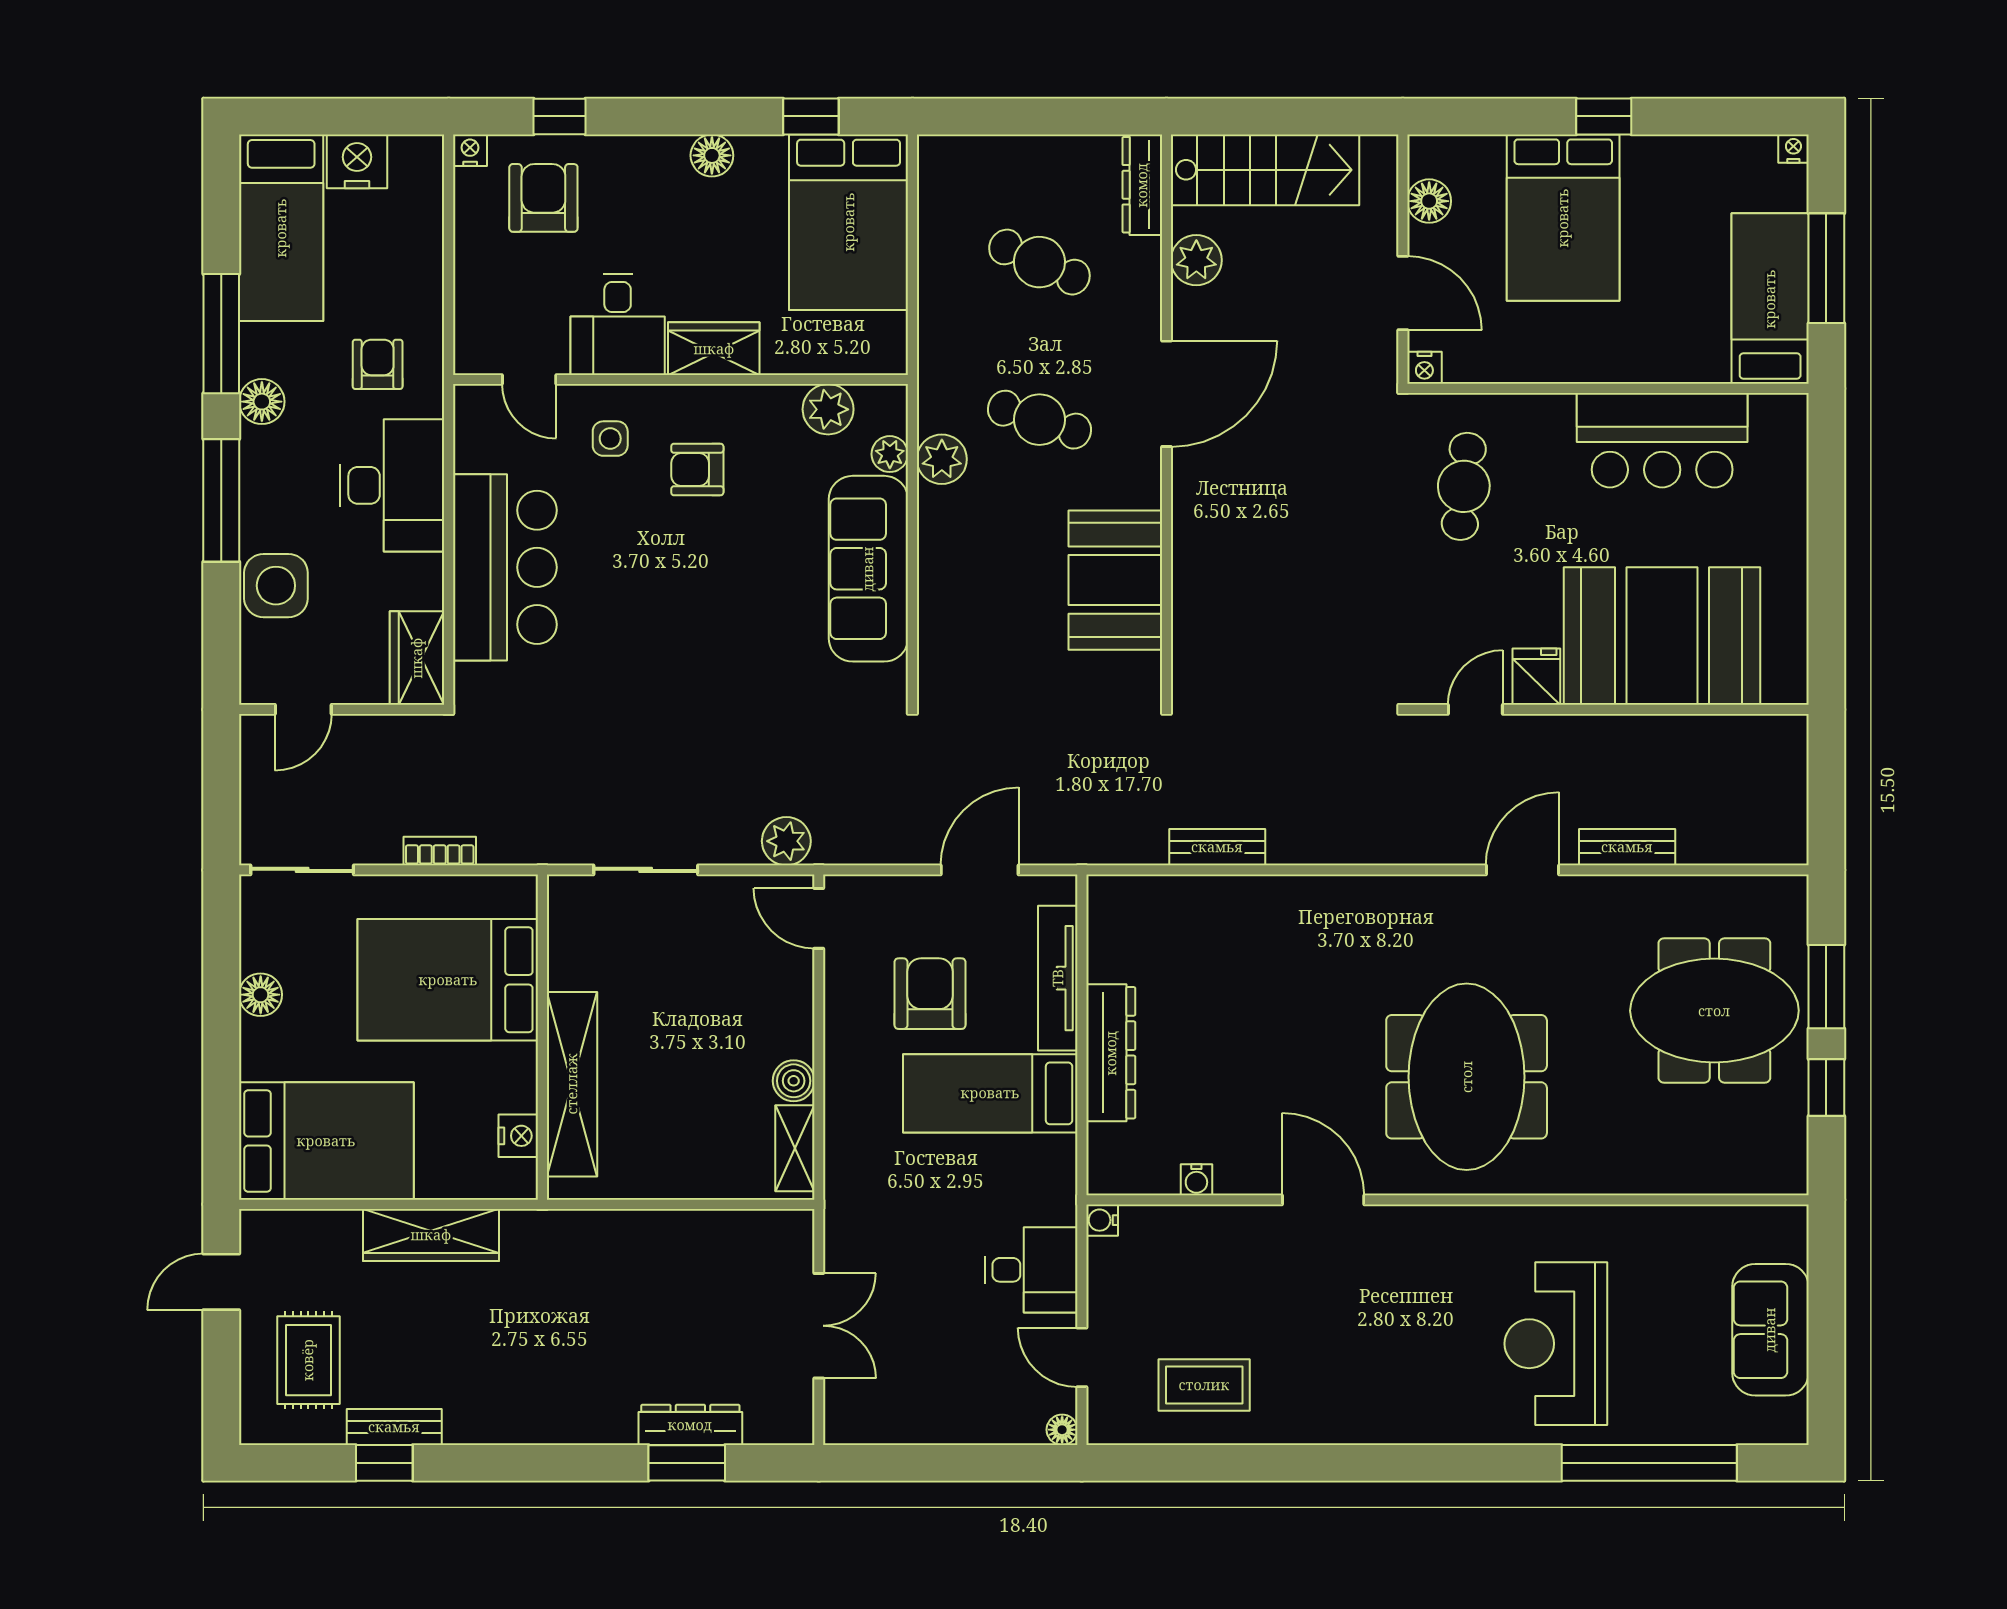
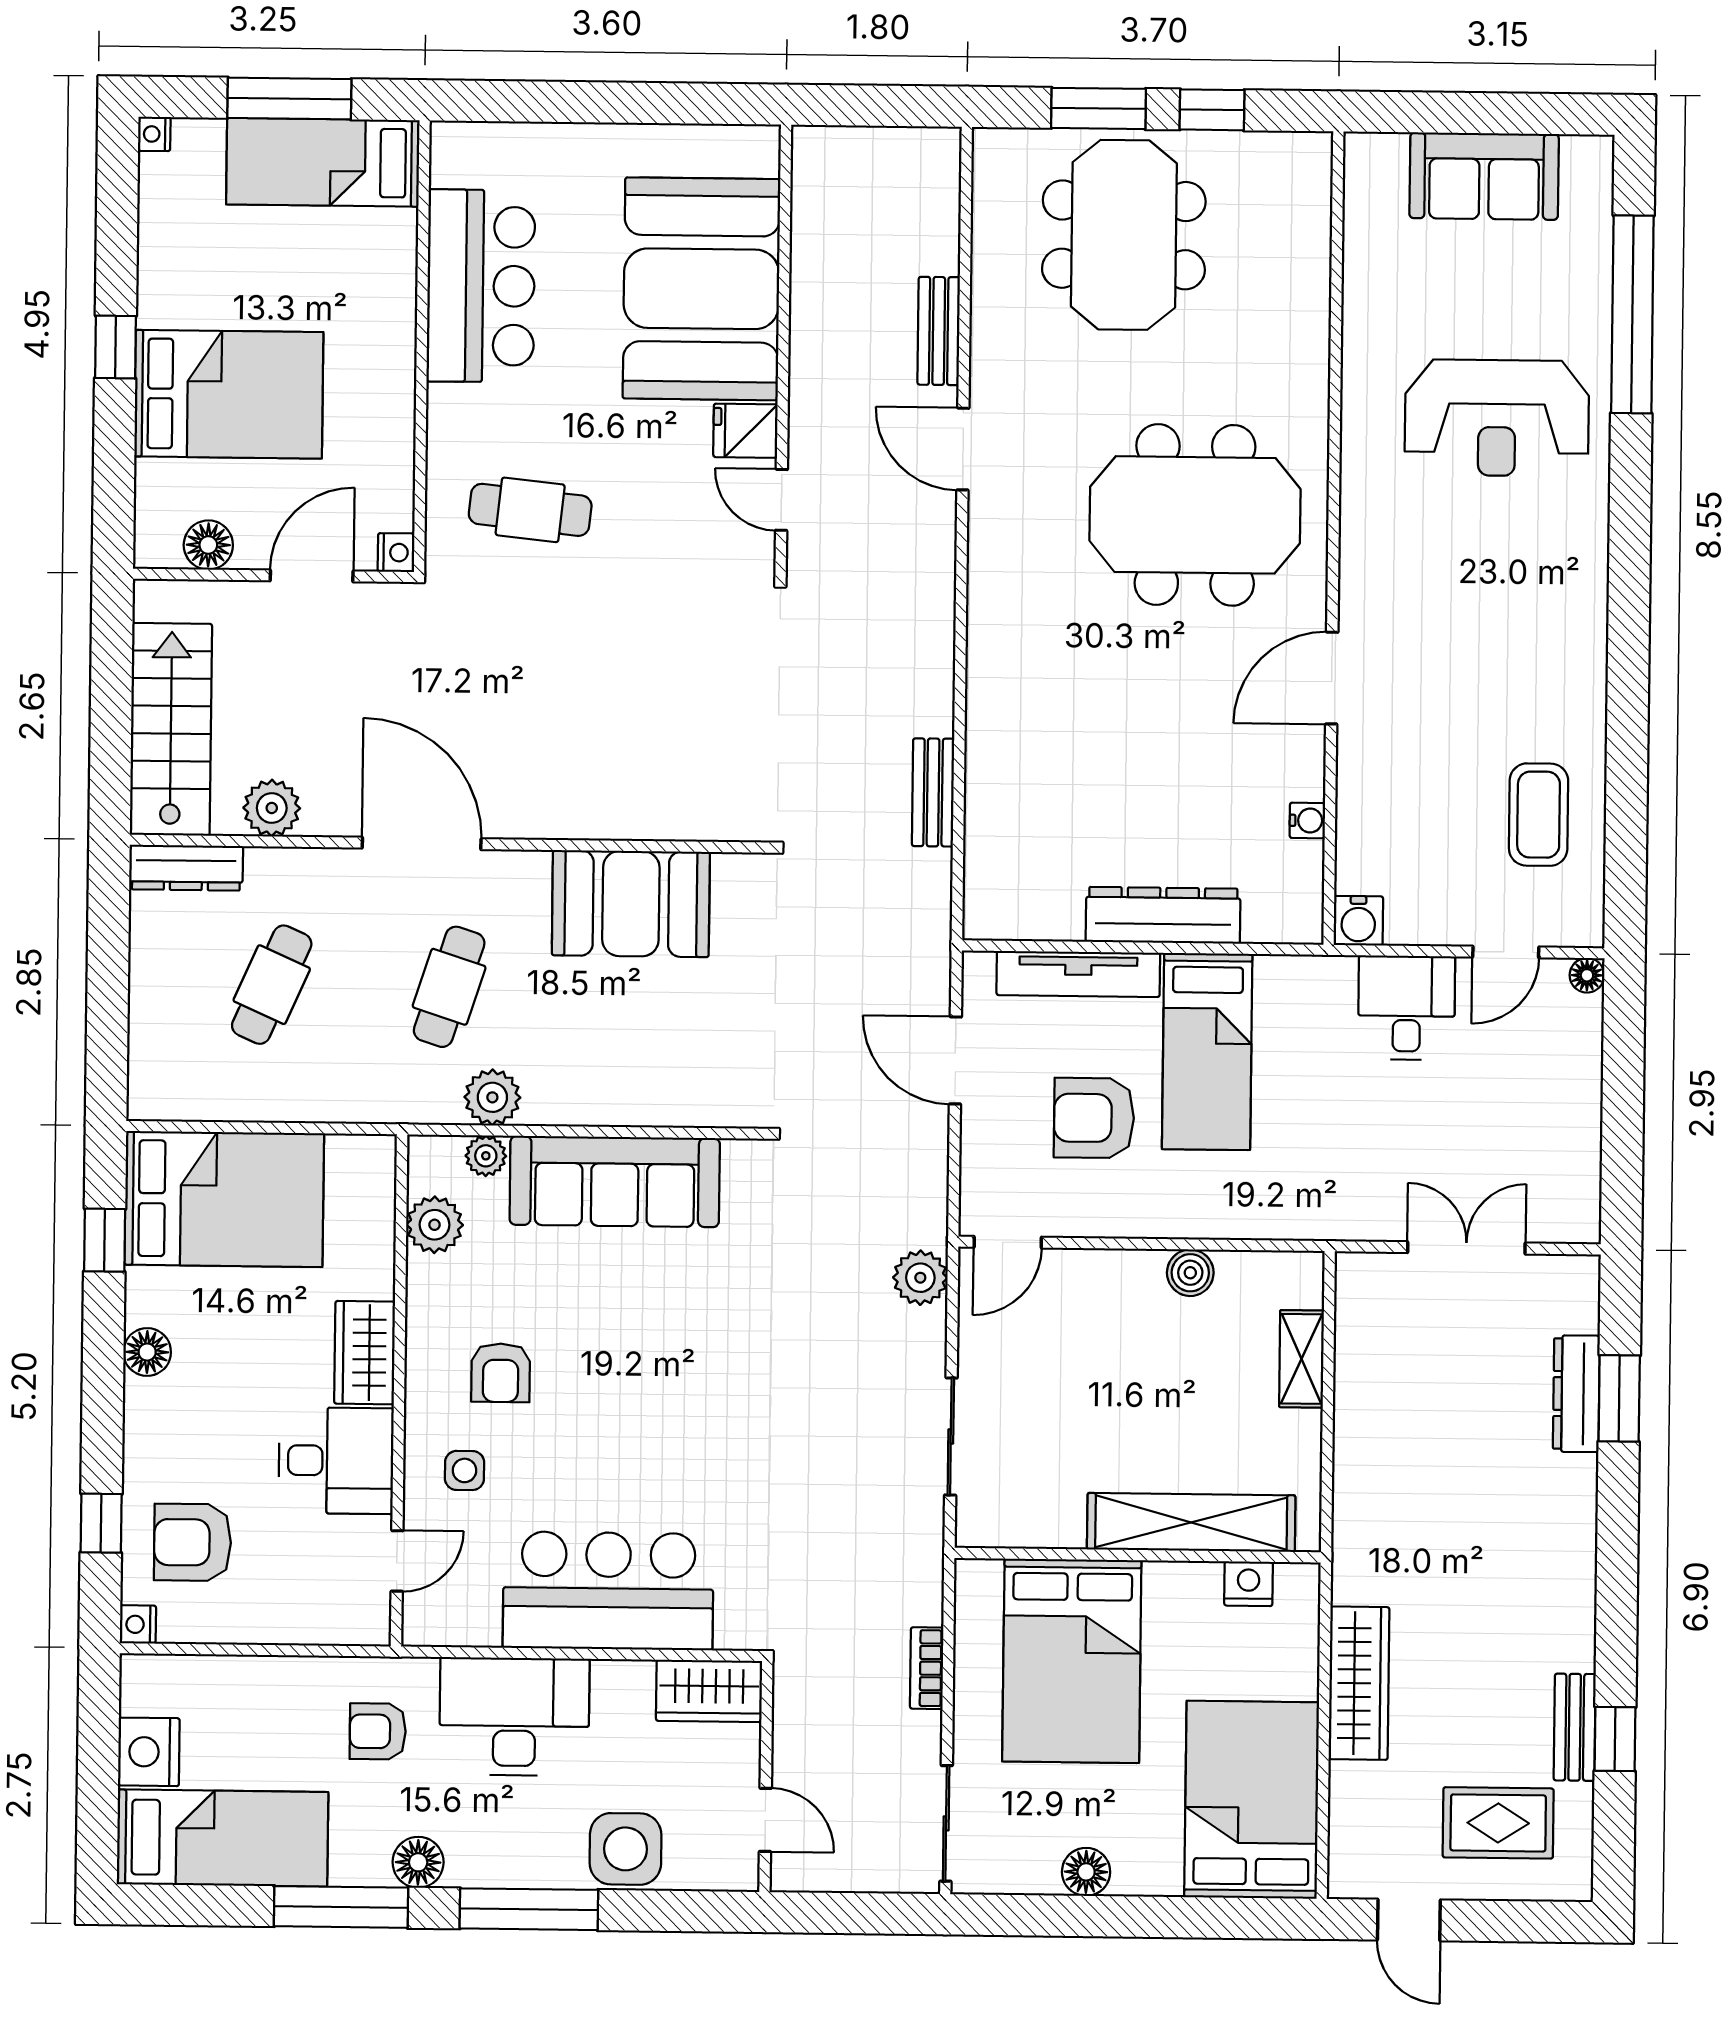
shelving: (795, 1148) -> (1301, 1359), moved, turned 90
water cooler: (1102, 1220) -> (1358, 921), width x1.38, depth x1.38

